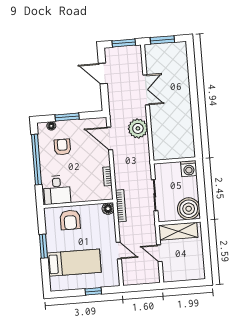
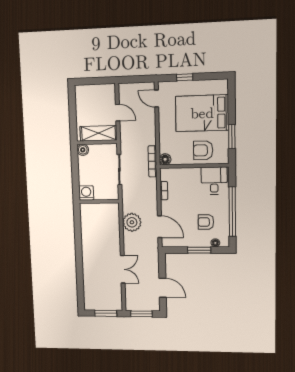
double door: (146, 90) -> (123, 269), swing flipped
plant: (138, 128) -> (132, 222), moved
armchair: (62, 147) -> (206, 222), turned 90
boiler: (189, 209) -> (83, 150), width x0.54, depth x0.54
armchair: (70, 220) -> (203, 150), turned -90
window: (43, 246) -> (232, 137), moved
door: (119, 250) -> (157, 98), moved
bed: (74, 263) -> (202, 113), width x1.50

